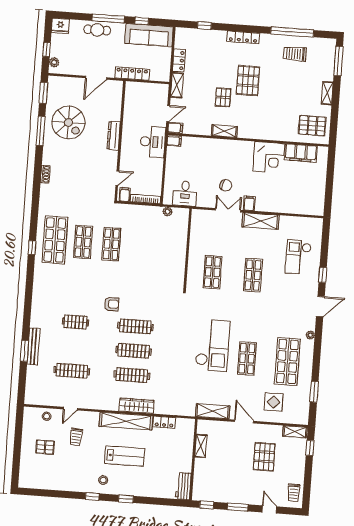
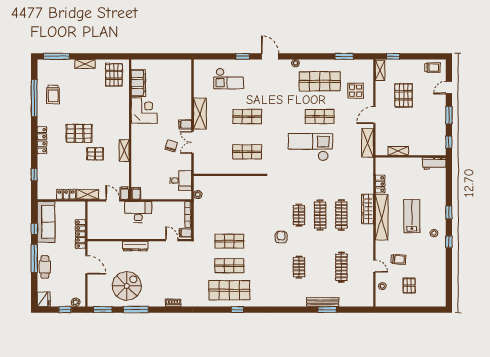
clothes rail: (135, 326) -> (299, 215), width x0.73
pallet: (264, 457) -> (404, 95), turned 90

